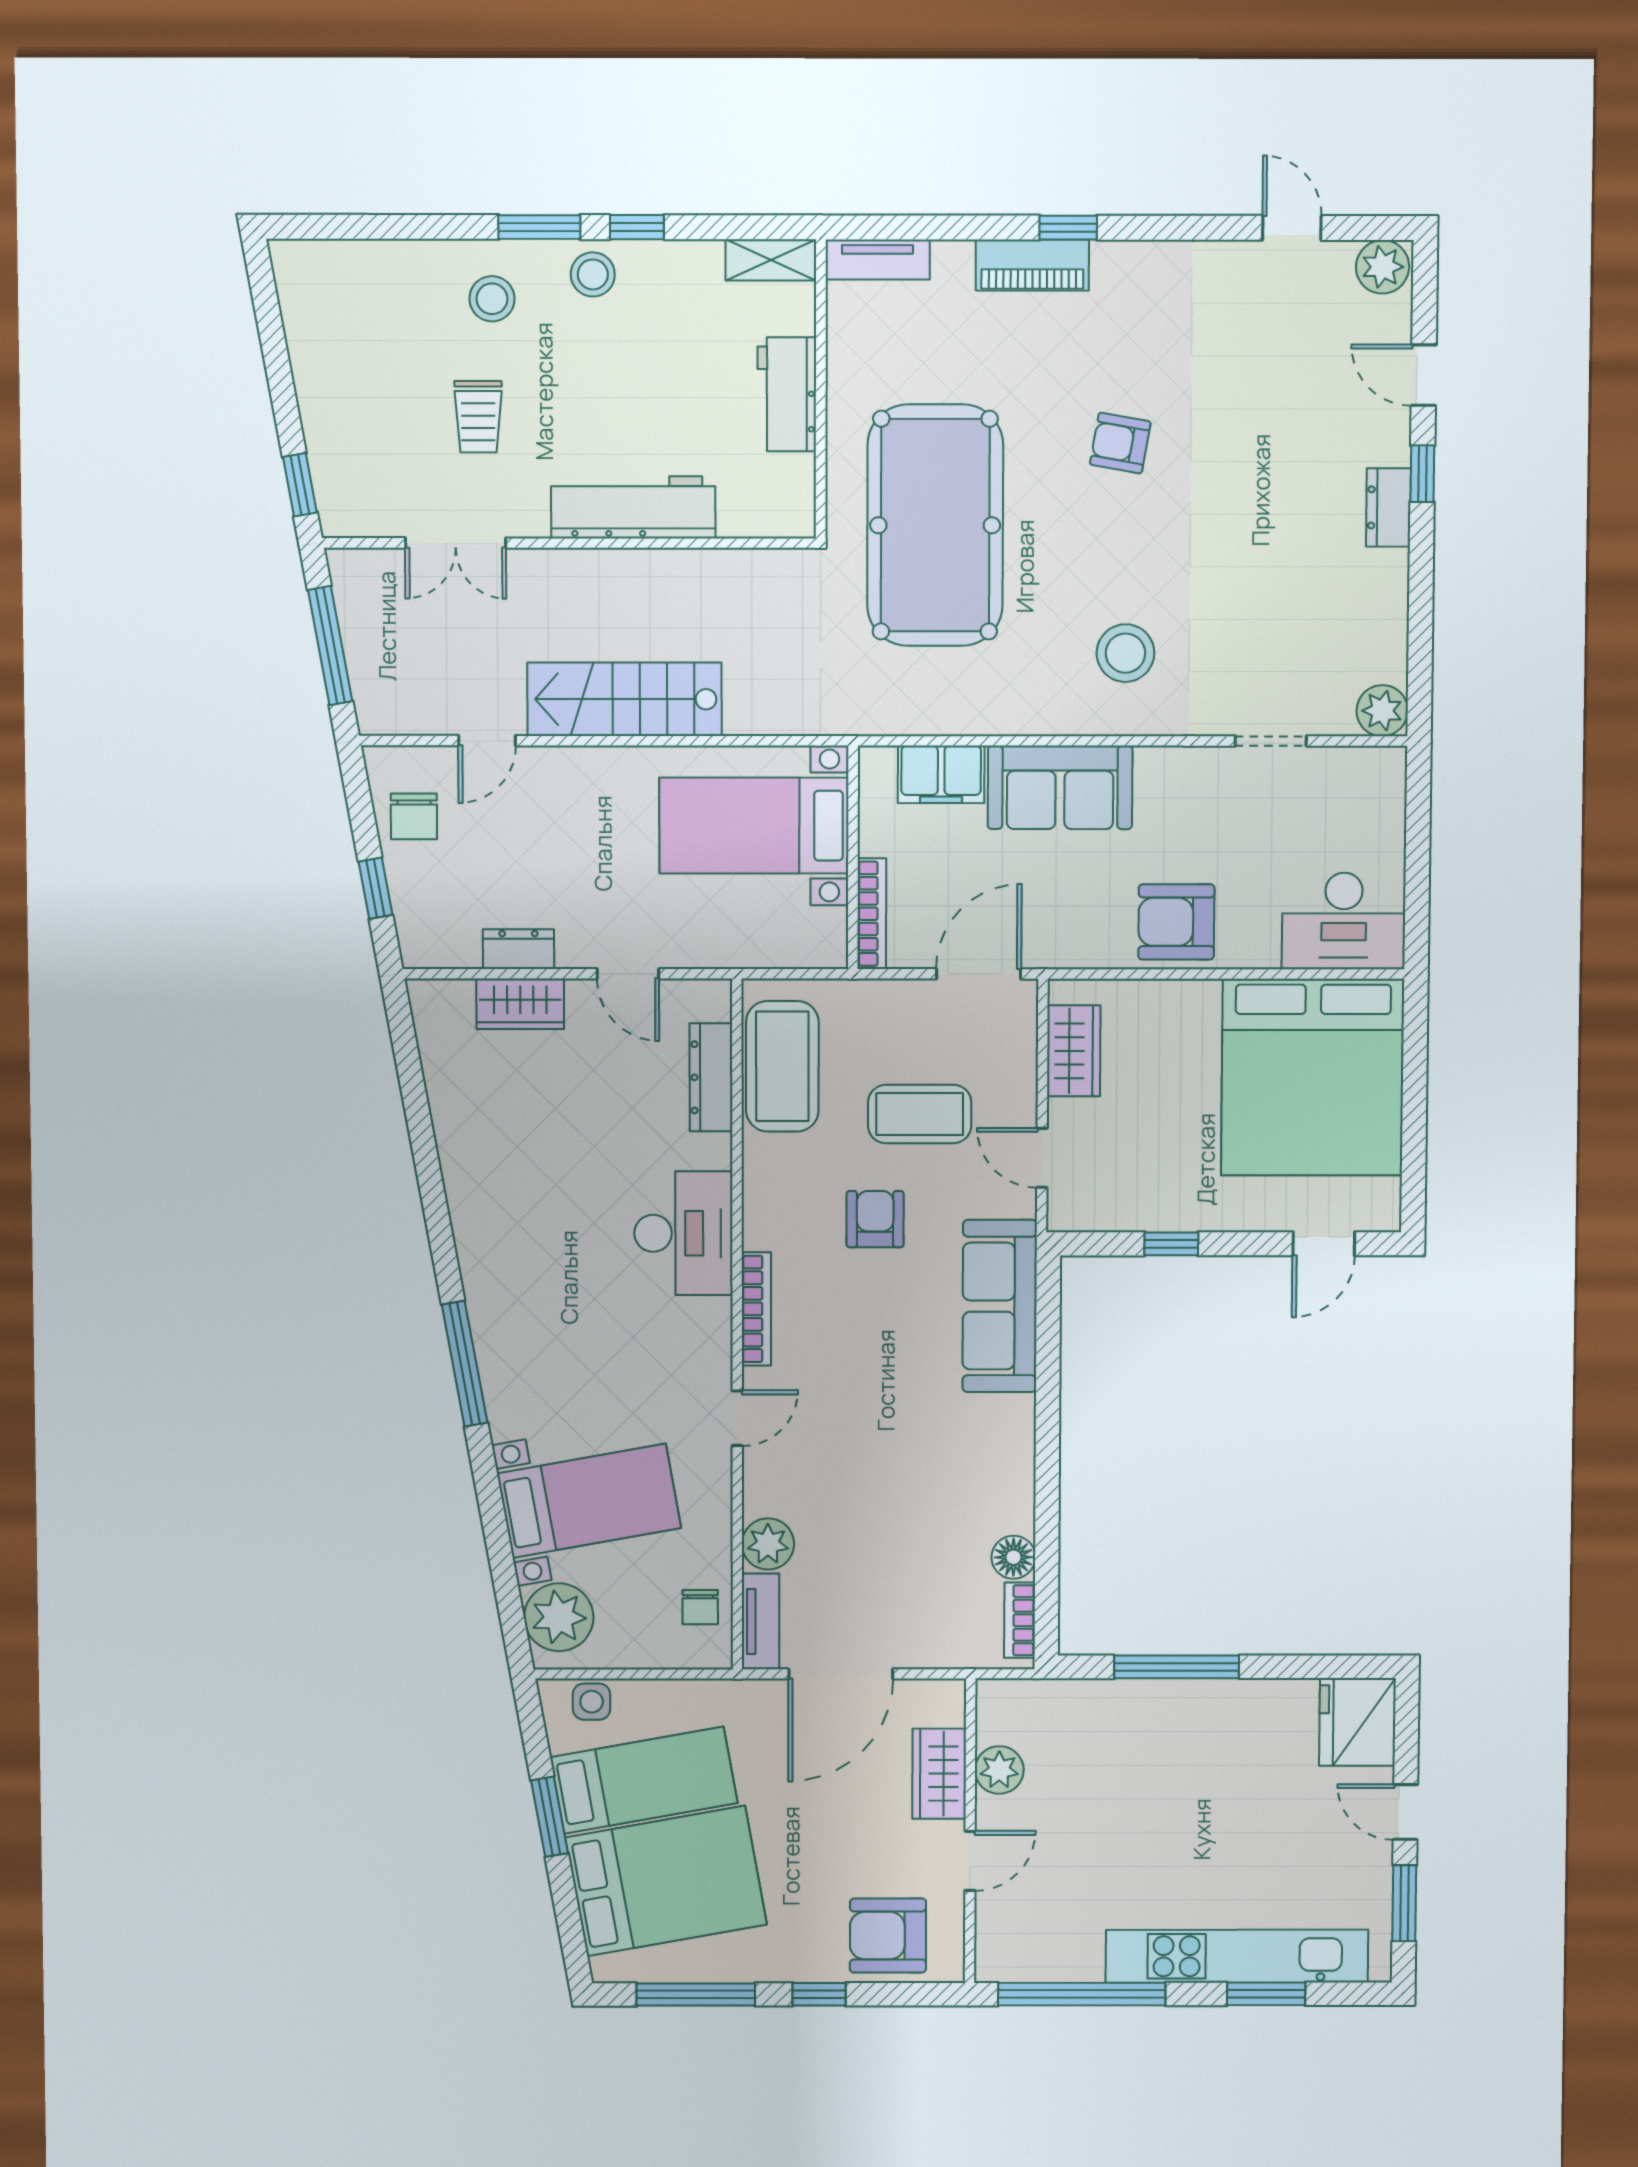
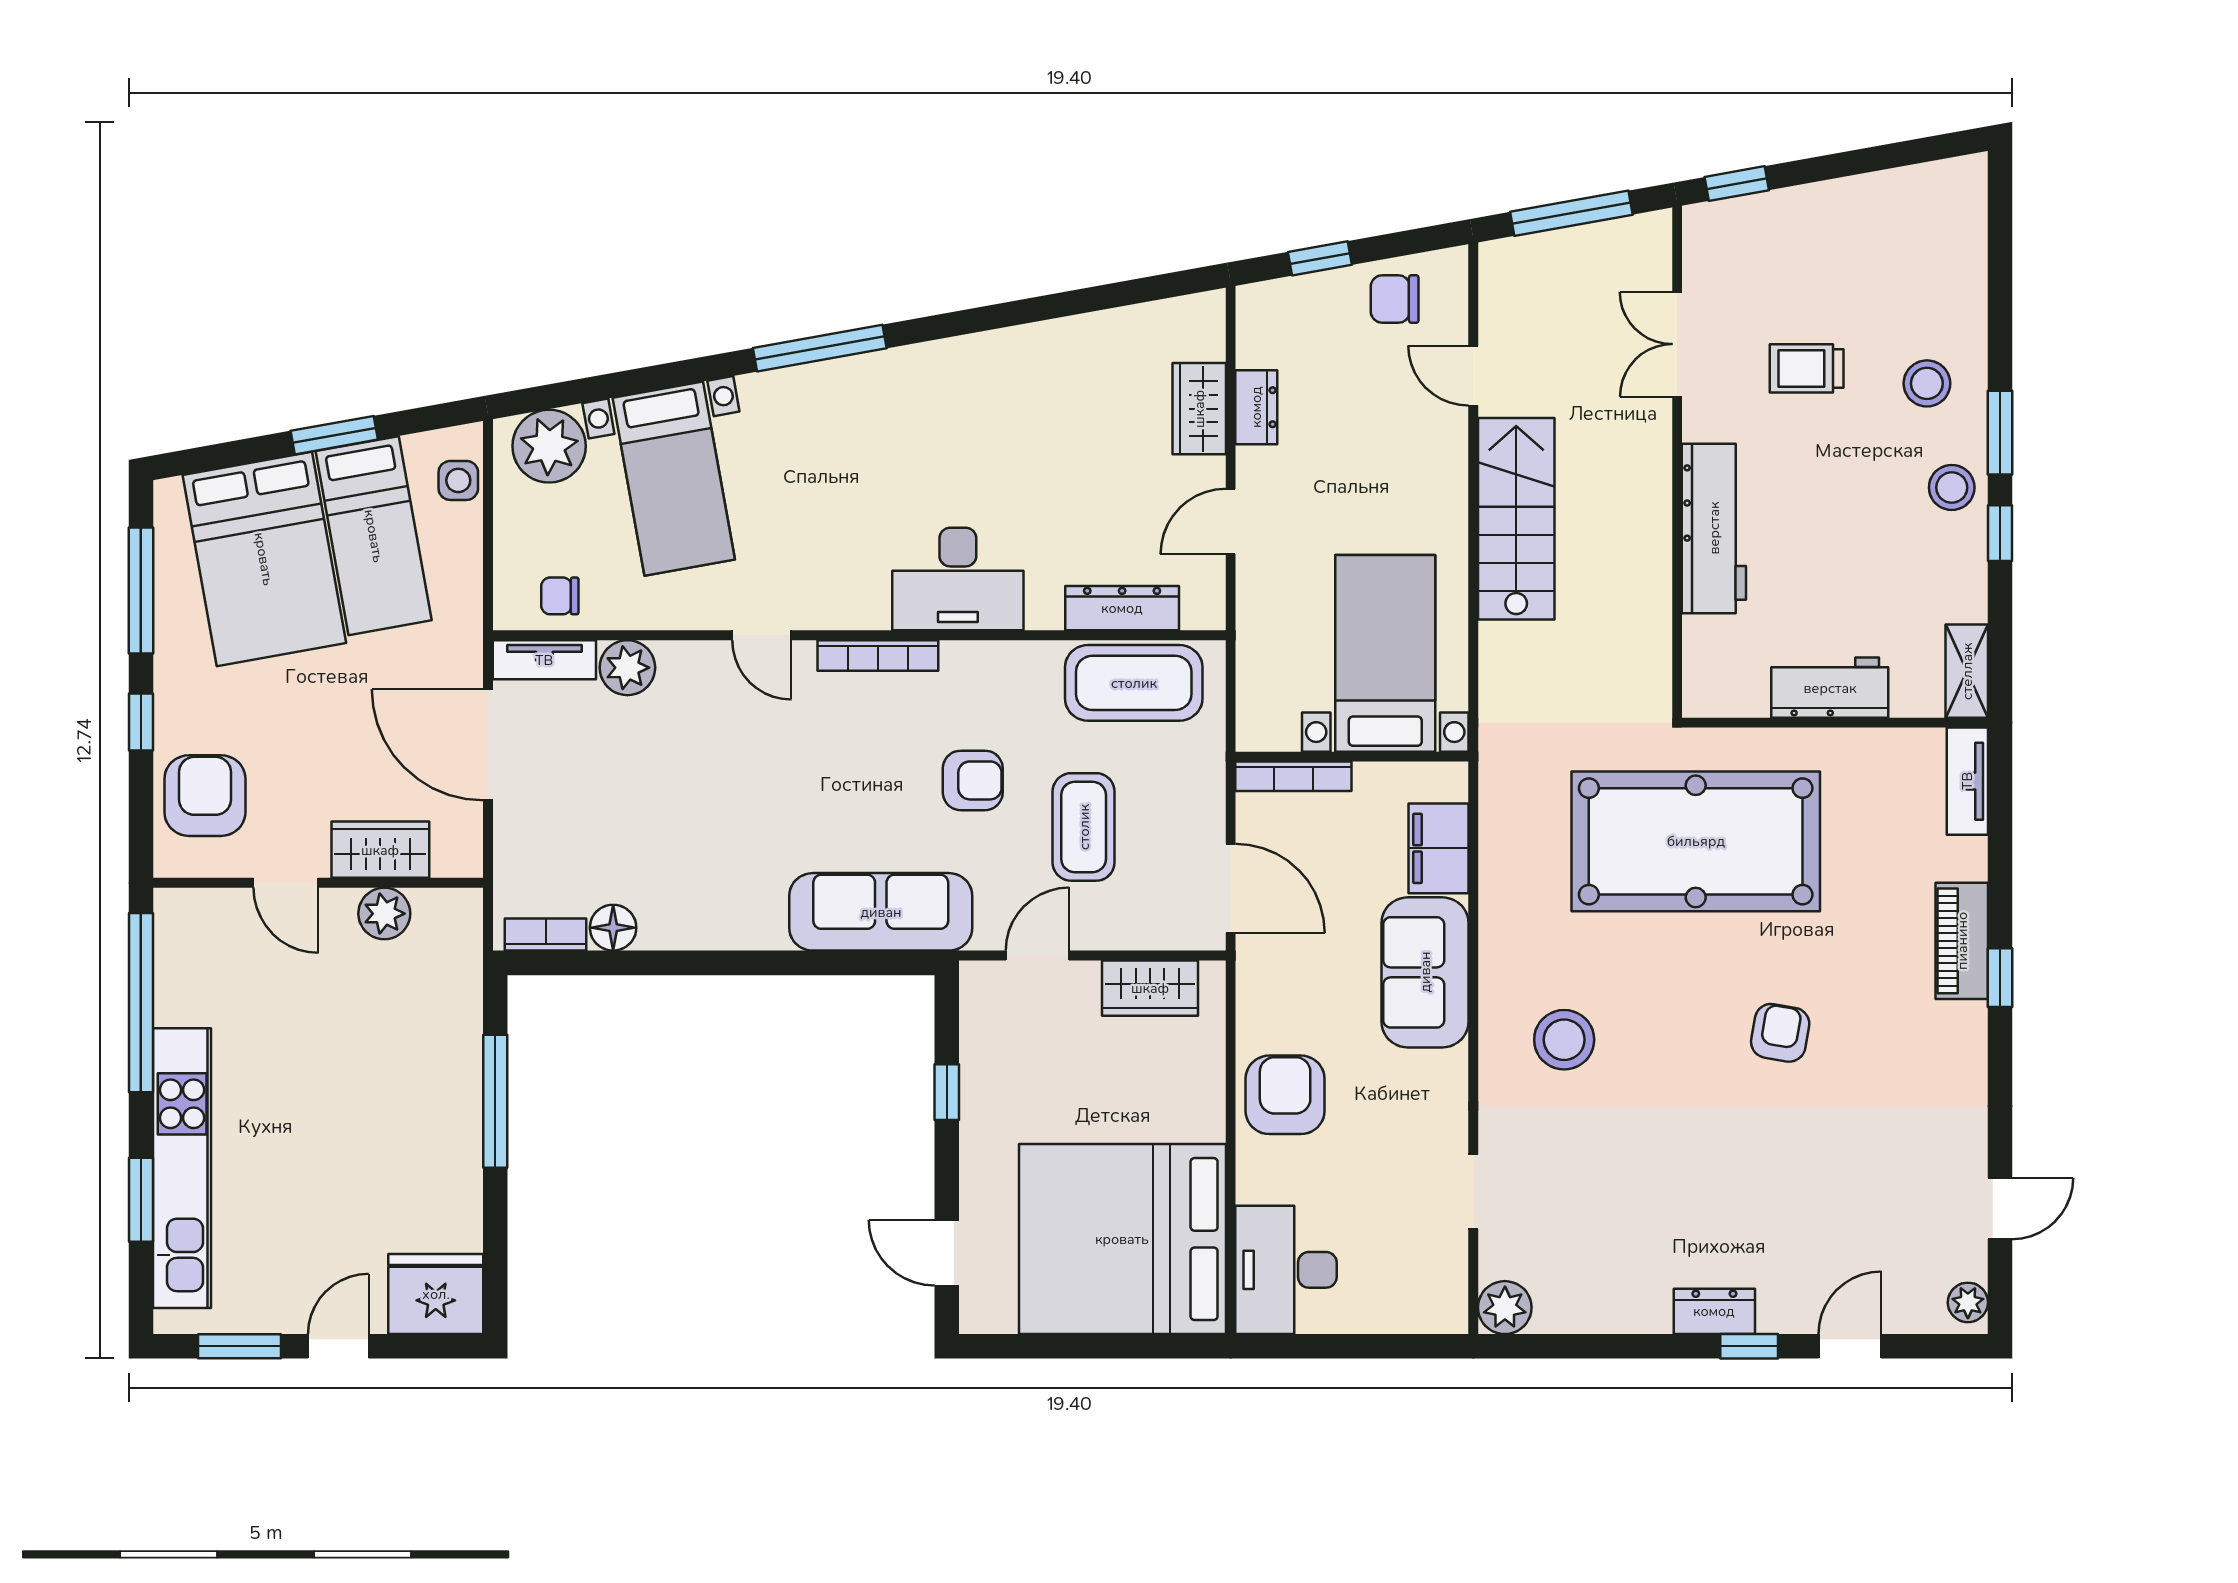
plant: (1383, 267) -> (1968, 1302), width x0.73, depth x0.73

